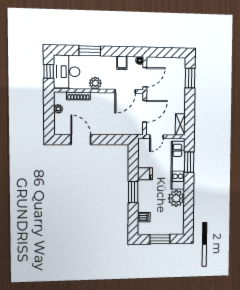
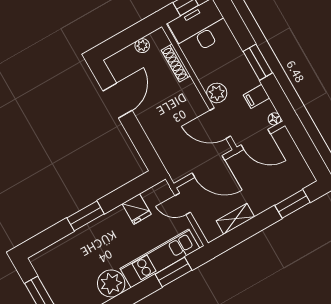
window: (90, 51) -> (258, 62), moved
plant: (95, 83) -> (217, 93), moved
shelving: (180, 124) -> (235, 219), moved
fridge: (145, 174) -> (137, 209), moved
dishwasher: (144, 217) -> (58, 252), removed

